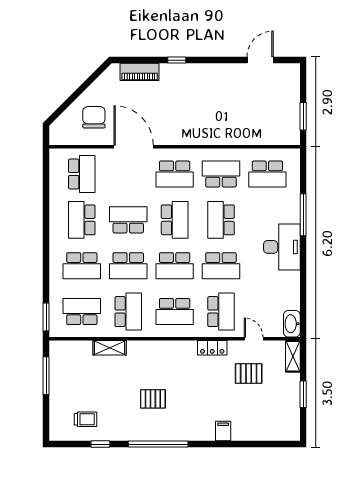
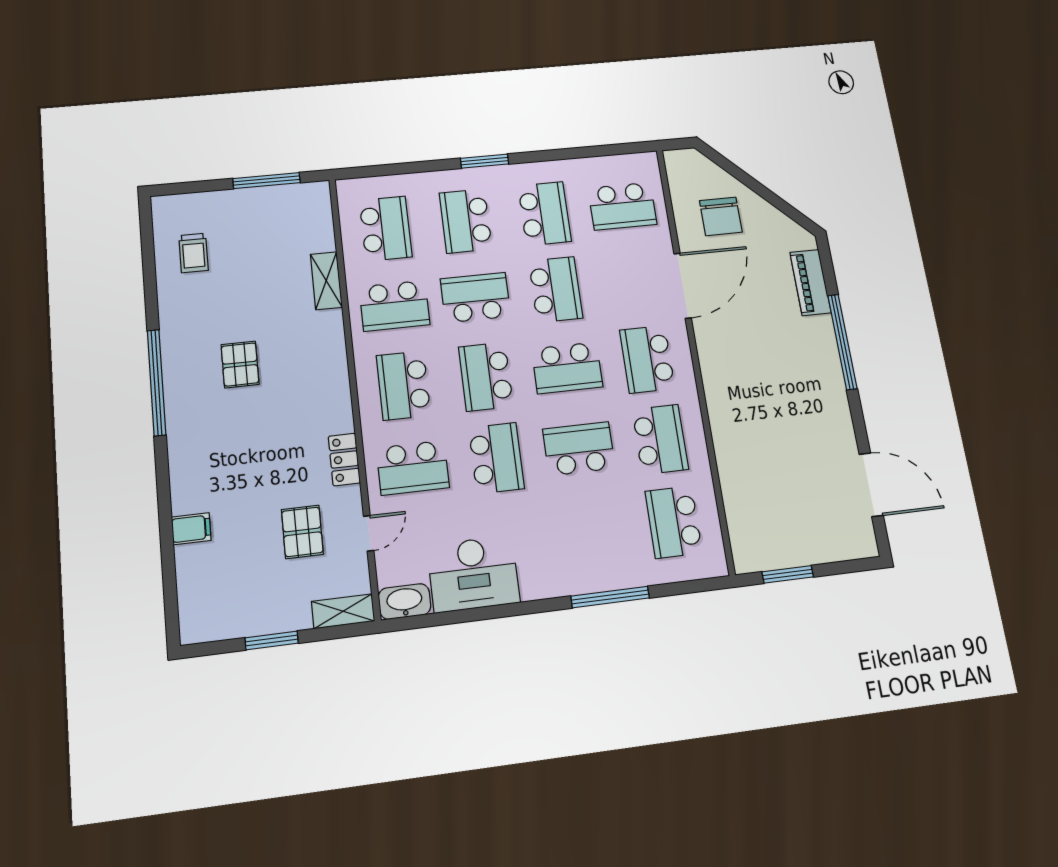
window: (177, 60) -> (842, 342), width x3.17
door: (260, 60) -> (871, 485), width x1.36
chair: (94, 117) -> (721, 216), turned 90
school desk: (82, 220) -> (545, 214), turned 90
desk: (282, 247) -> (473, 574), moved
school desk: (128, 266) -> (476, 298), turned 90
school desk: (221, 266) -> (496, 458), turned 180
window: (46, 317) -> (485, 161), moved
filing cabinet: (223, 431) -> (191, 529), moved
window: (100, 444) -> (150, 282), removed

